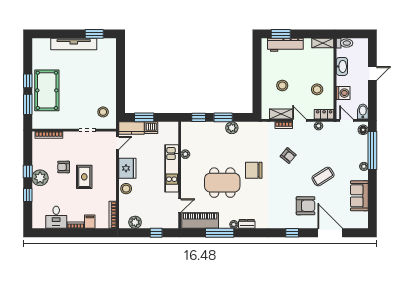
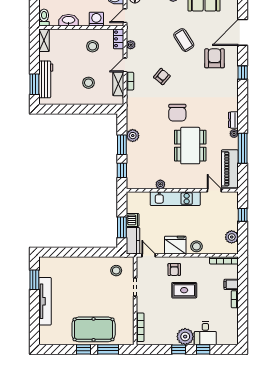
armchair: (64, 167) -> (174, 270), moved
desk: (56, 217) -> (205, 333), moved, turned 90

